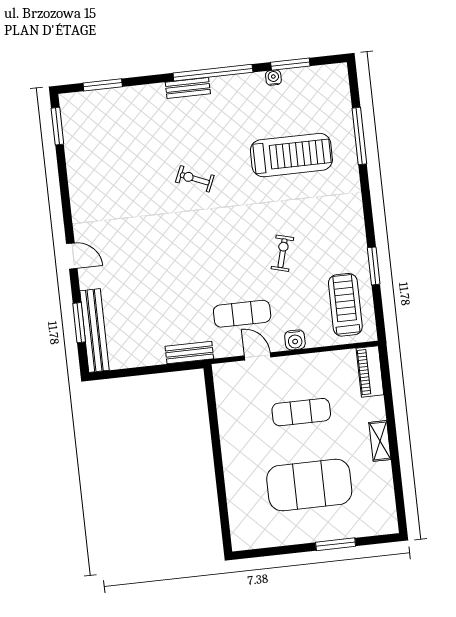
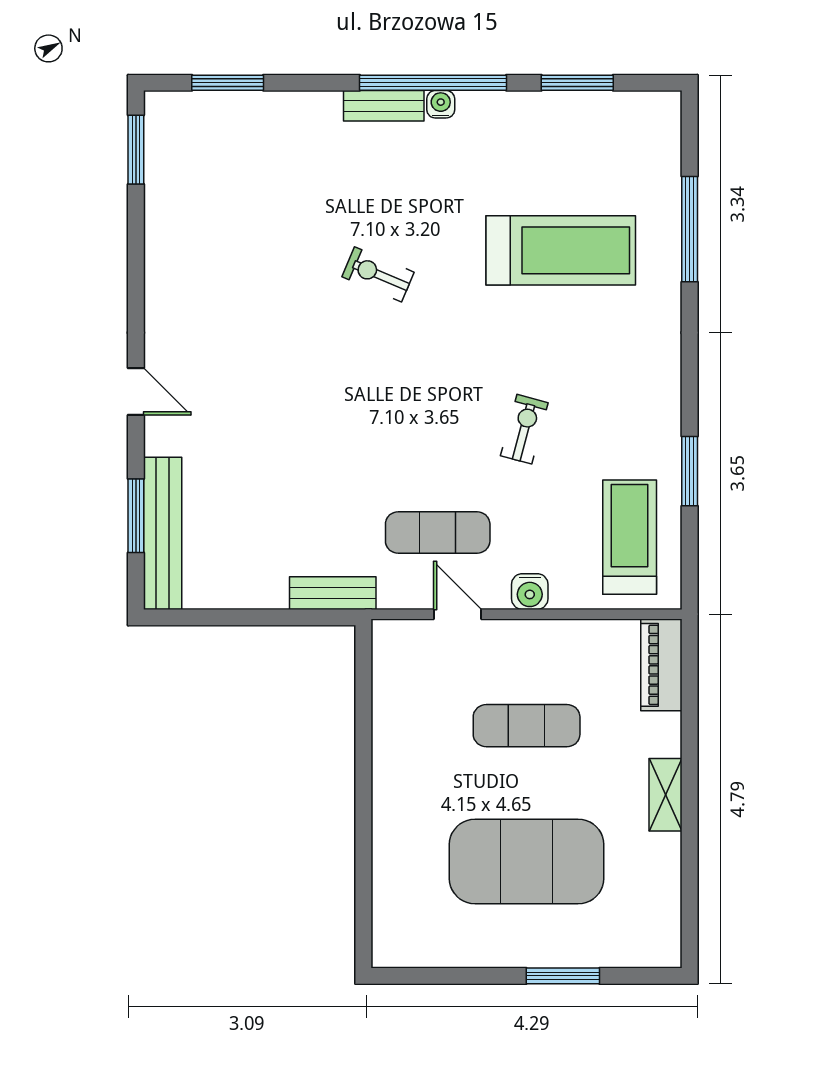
water cooler: (273, 78) -> (441, 104), moved

